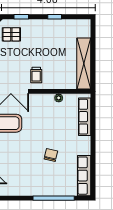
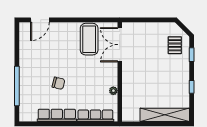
shelving: (84, 64) -> (165, 115), moved
trolley: (36, 75) -> (136, 69), removed
row of seats: (84, 176) -> (57, 115), moved

